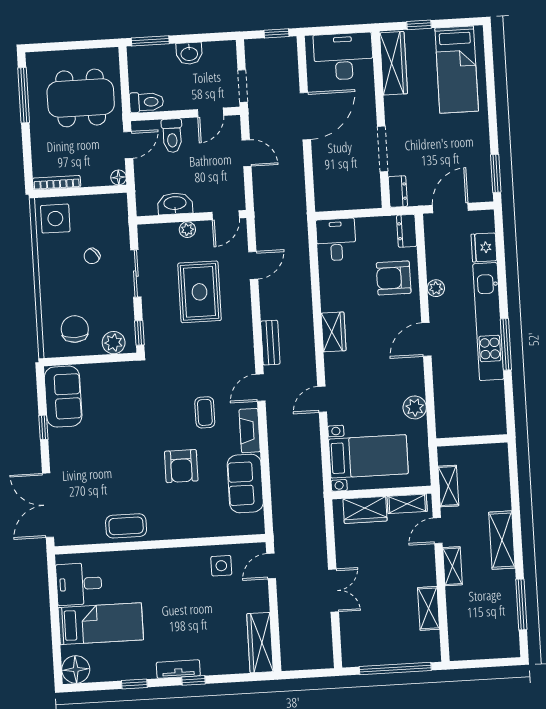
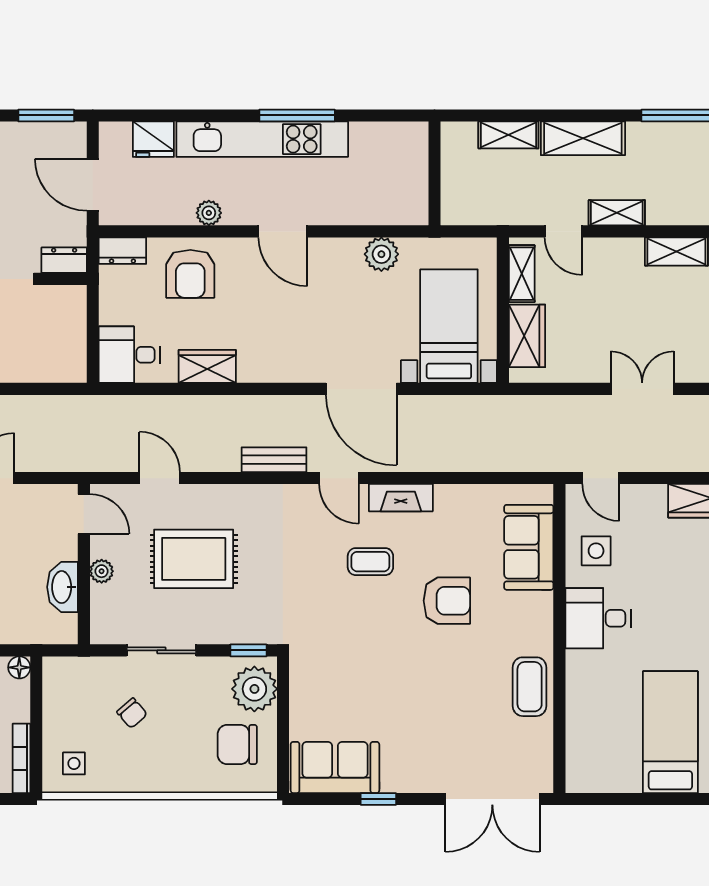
side table: (55, 219) -> (74, 763), width x0.54, depth x0.54
wardrobe: (334, 332) -> (207, 366), moved
plant: (114, 343) -> (254, 689), width x1.36, depth x1.36
door: (322, 399) -> (361, 389), width x1.88
sofa: (245, 483) -> (529, 547), moved, turned 90
shelving: (448, 486) -> (508, 135), moved
desk: (79, 584) -> (598, 618), moved, turned 90

